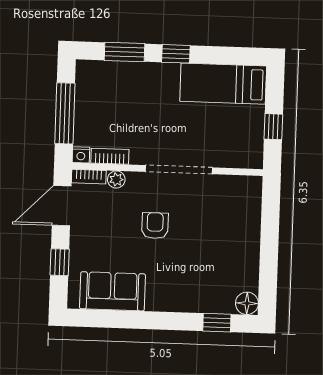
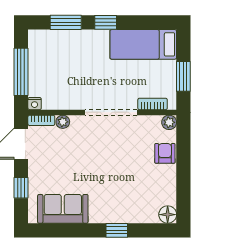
window: (273, 127) -> (183, 76), width x1.50
bookcase: (110, 156) -> (153, 104), moved
plant: (253, 185) -> (169, 122), added
armchair: (155, 226) -> (165, 153), moved
window: (217, 323) -> (117, 230), moved

